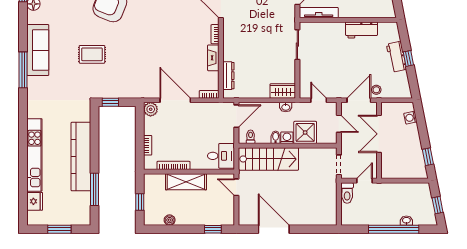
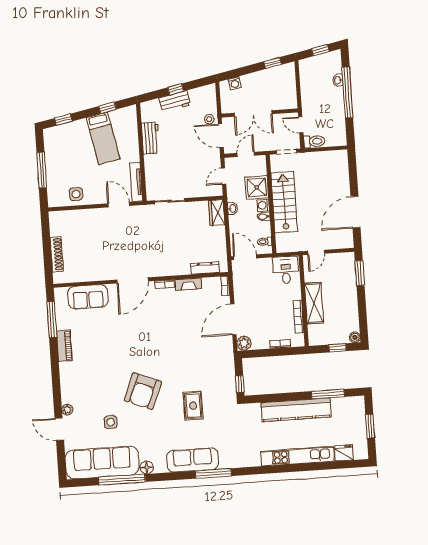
stairs: (268, 159) -> (284, 202), moved
boiler: (170, 220) -> (355, 337), moved
window: (213, 229) -> (360, 273), width x1.50

